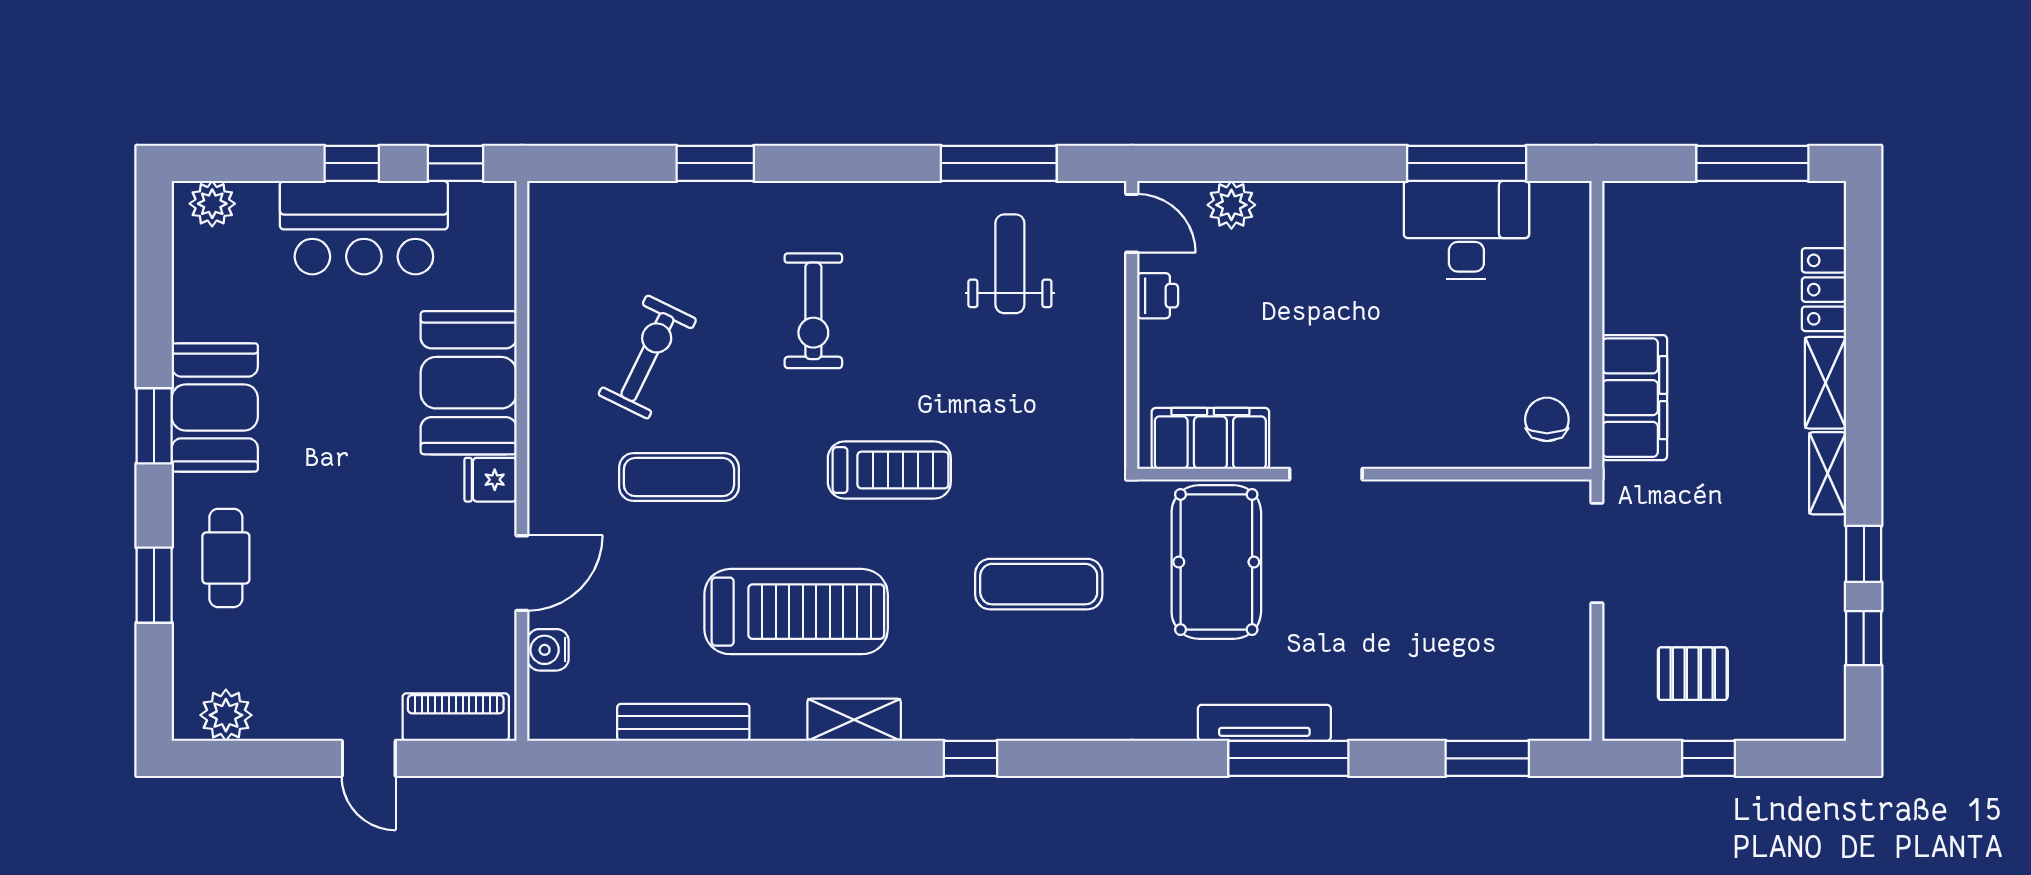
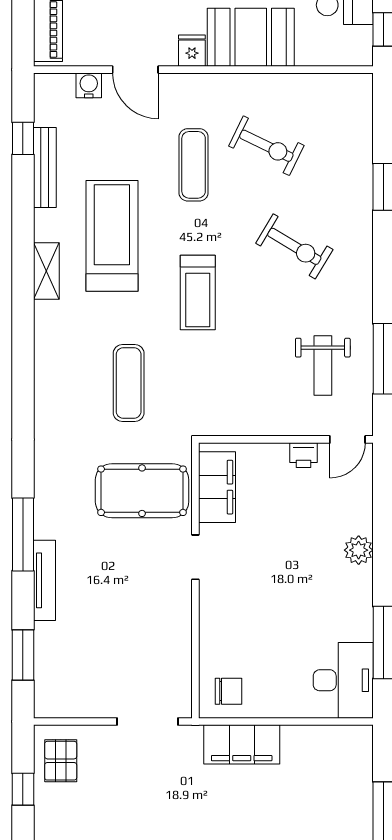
plant: (1231, 205) -> (359, 550), moved
desk: (1466, 230) -> (343, 680), moved
weight bench: (1010, 264) -> (323, 366), turned 90
exercise bike: (813, 311) -> (294, 246), turned -149
treadmill: (796, 612) -> (112, 236), turned 180
pallet: (1693, 674) -> (61, 761), moved
tv unit: (1264, 723) -> (44, 580), moved
window: (971, 758) -> (23, 138), moved

